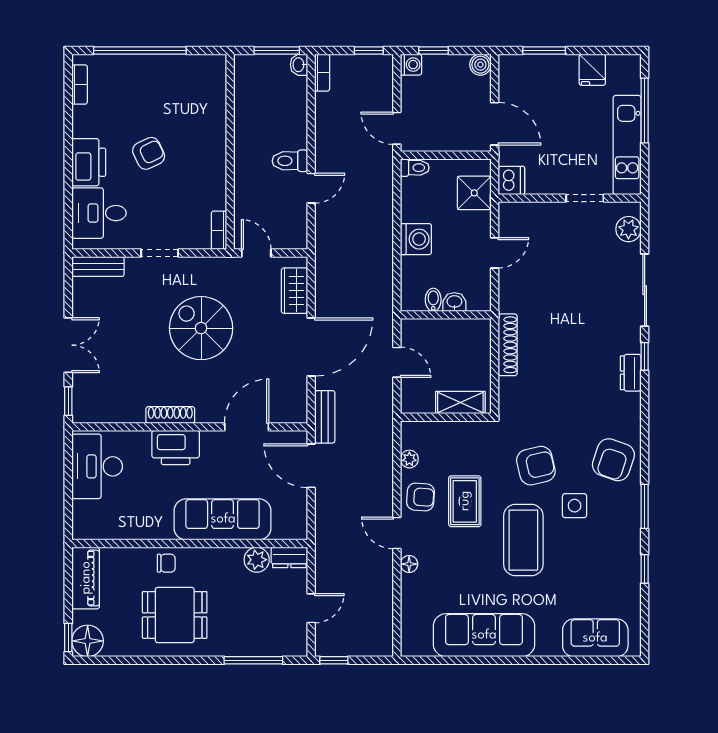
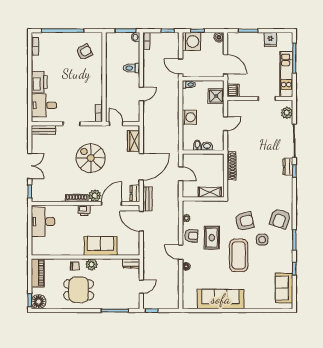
washing machine: (411, 65) -> (191, 41), width x1.89, depth x1.89
armchair: (149, 153) -> (84, 52), moved
toilet: (290, 161) -> (131, 68), moved
dresser: (631, 373) -> (288, 167), moved
dresser: (297, 405) -> (135, 193), added
plant: (210, 410) -> (95, 196), added
printer: (176, 448) -> (84, 210), width x0.53, depth x0.68
sofa: (223, 519) -> (101, 246), width x0.73
plant: (257, 560) -> (92, 264), moved
sofa: (595, 638) -> (284, 288), moved, turned -90

